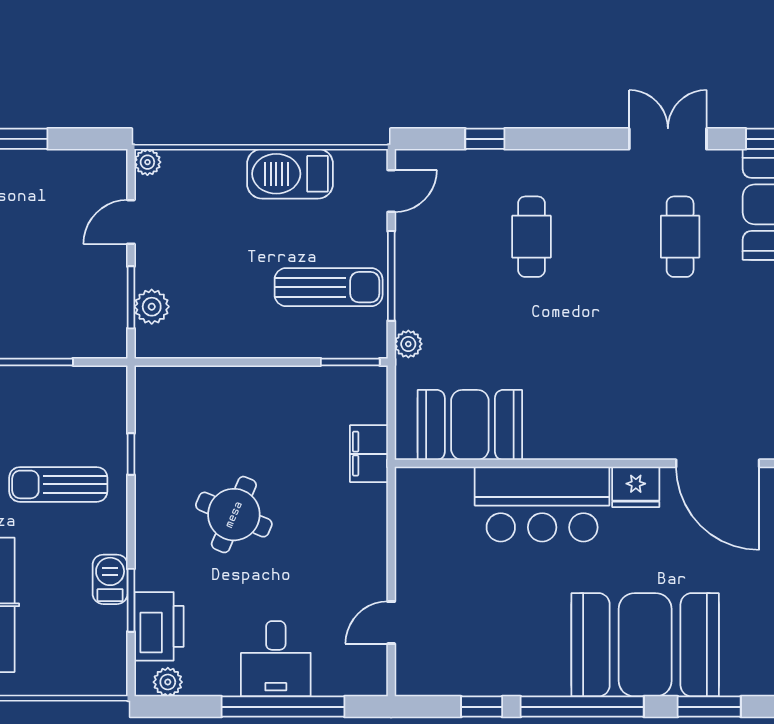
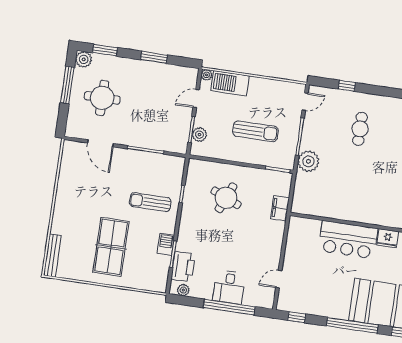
barbecue: (290, 174) -> (230, 83), moved
sun lounger: (329, 287) -> (255, 131), moved
plant: (408, 344) -> (308, 161), width x1.87, depth x1.87
booth: (470, 425) -> (323, 203), removed
round table: (234, 515) -> (226, 198), moved
window: (482, 707) -> (297, 317), moved

